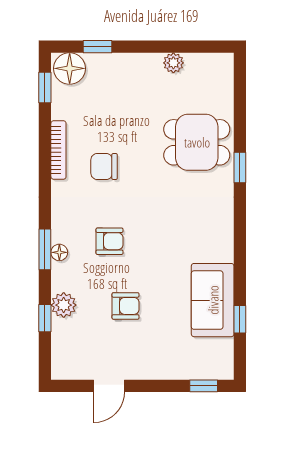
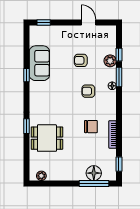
window: (98, 47) -> (94, 184), width x2.17
plant: (173, 63) -> (41, 176), moved
floor lamp: (70, 68) -> (94, 173), moved
window: (45, 249) -> (119, 77), moved
window: (240, 319) -> (26, 75), moved
door: (109, 386) -> (89, 22), hinge flipped

